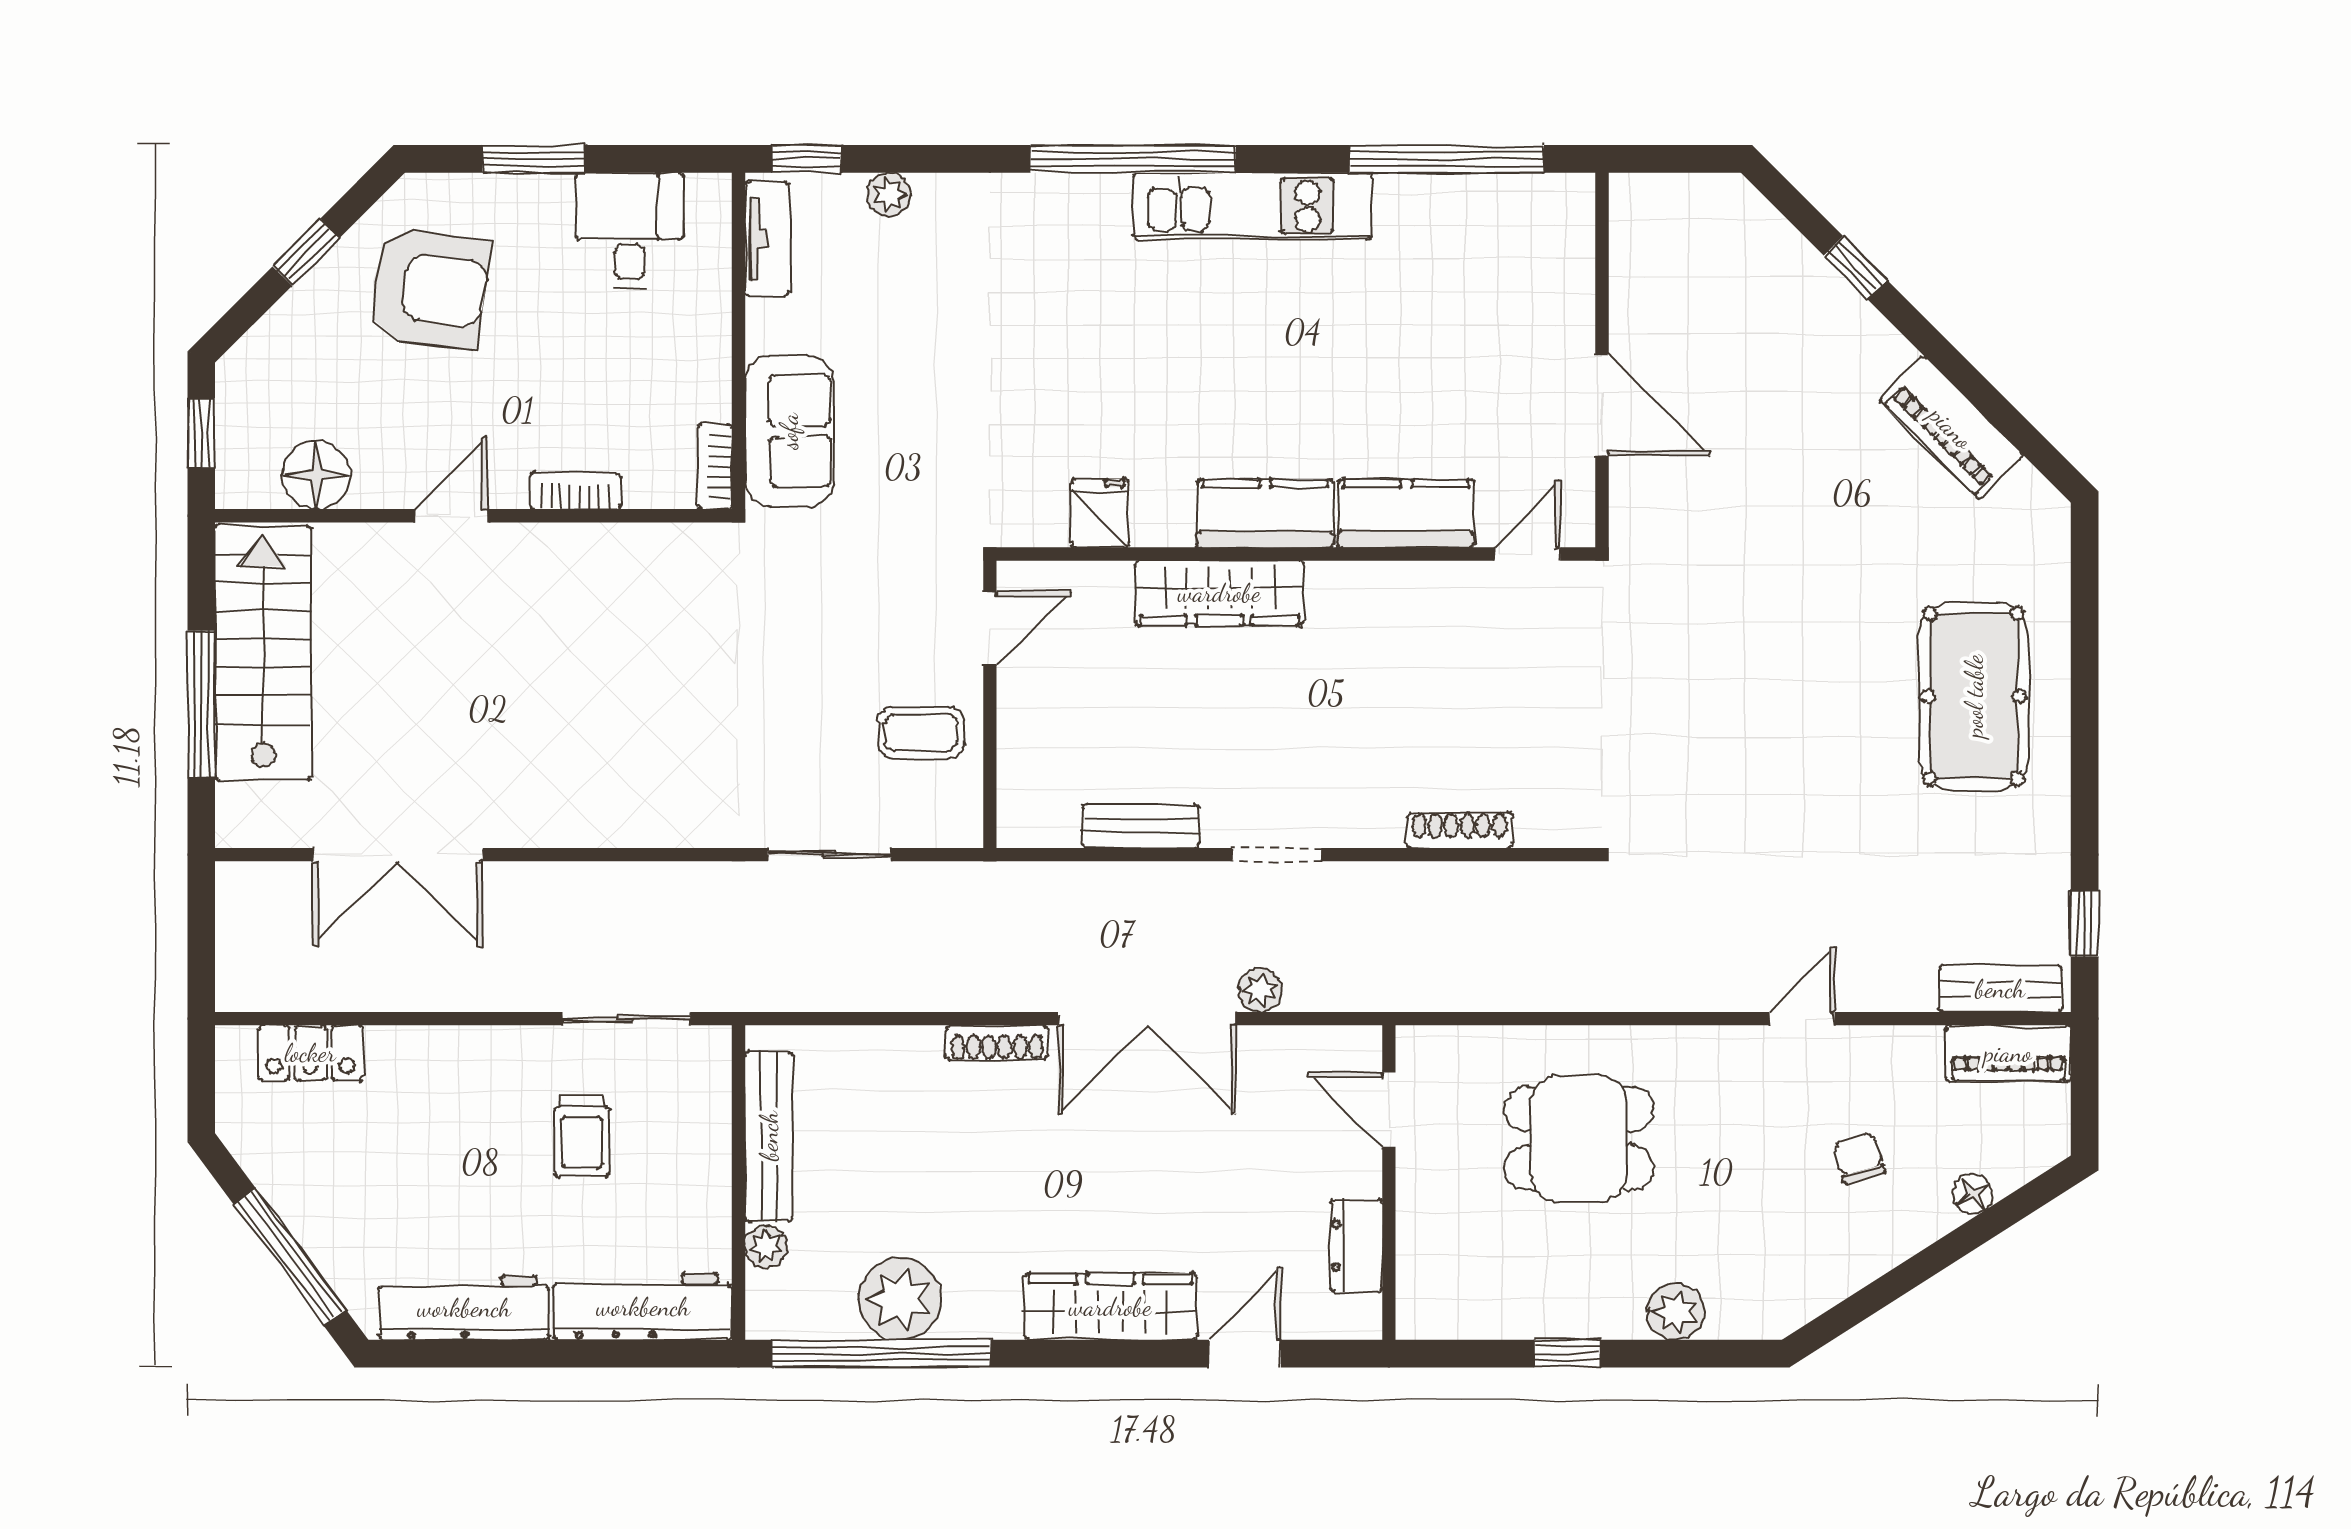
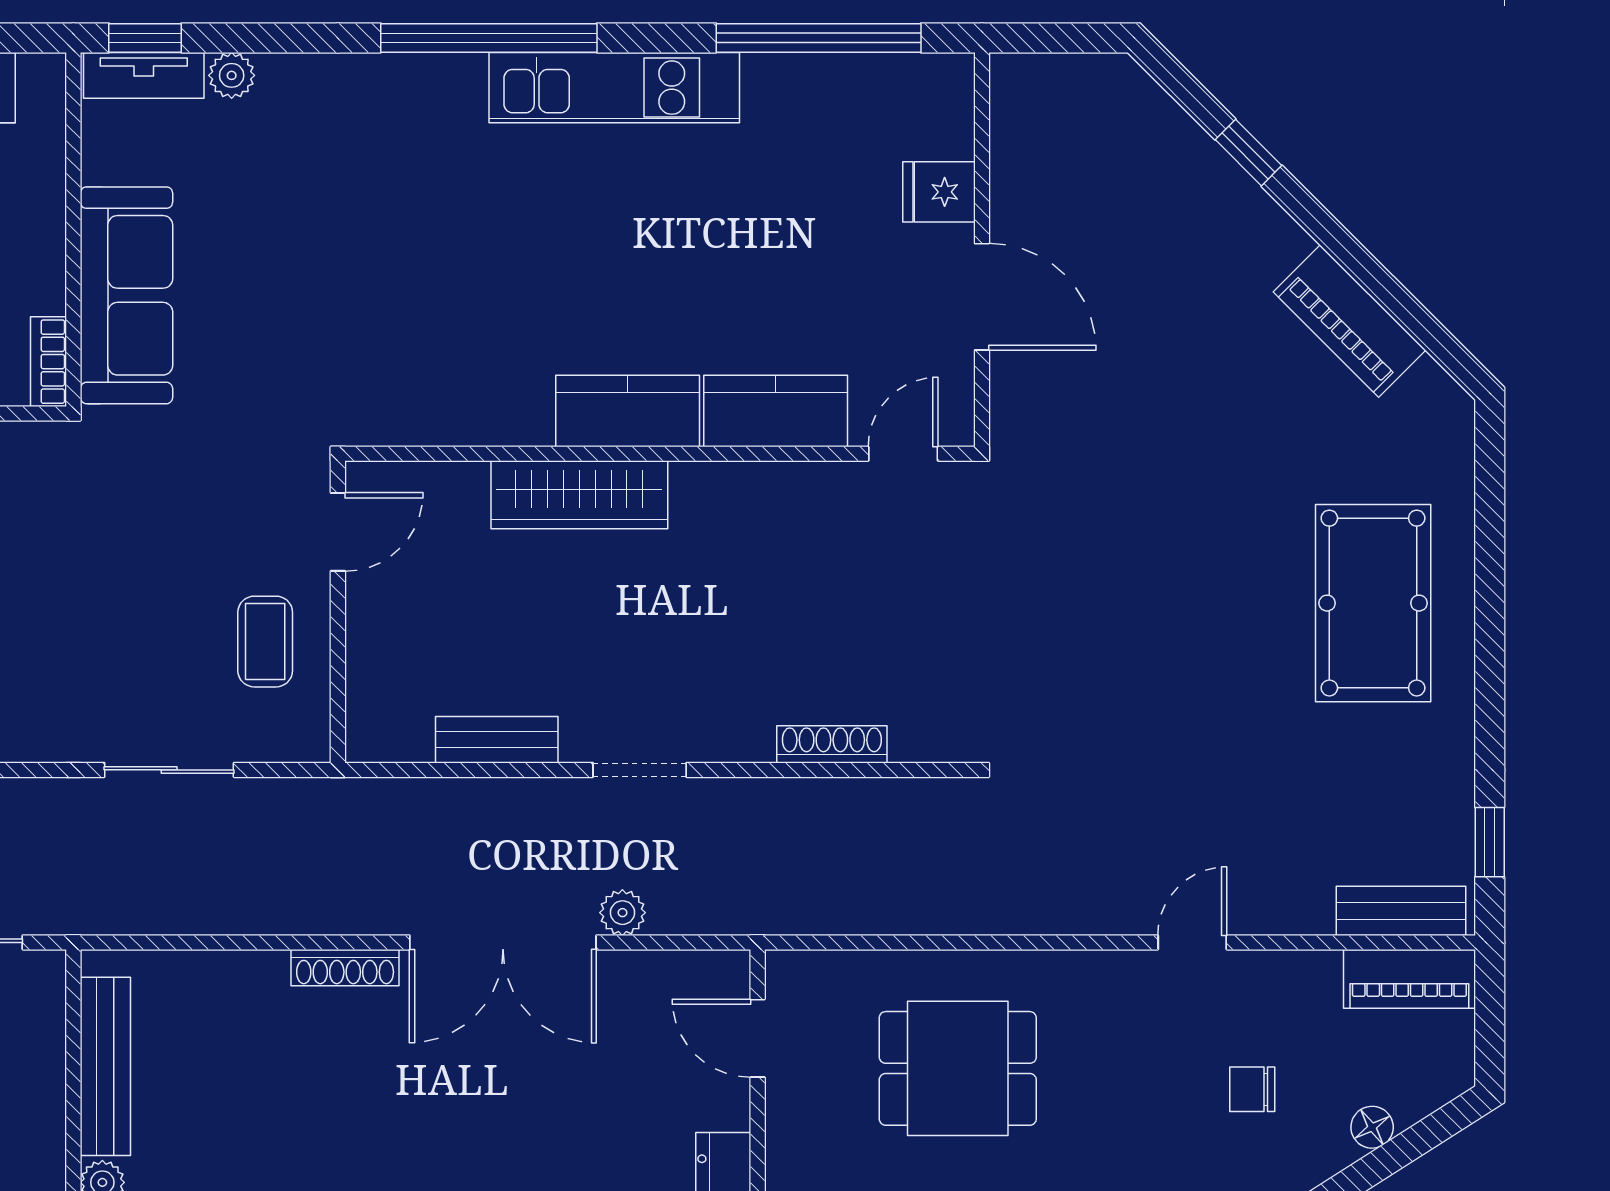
tv unit: (767, 239) -> (144, 75), moved, turned 90
sofa: (789, 431) -> (126, 295), width x1.36
fridge: (1100, 513) -> (939, 192), moved, turned -90
coffee table: (921, 733) -> (265, 642), turned 90
chair: (1859, 1158) -> (1252, 1089), turned -74

